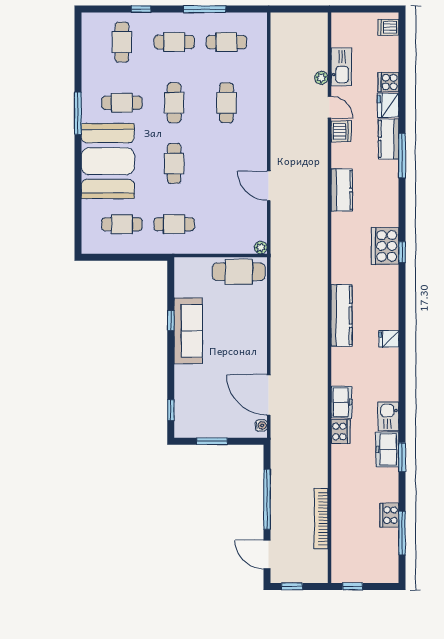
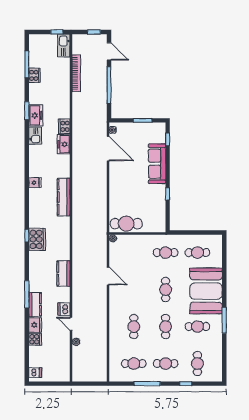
kitchen sink: (341, 67) -> (64, 46), moved
sofa: (188, 331) -> (157, 164), moved

